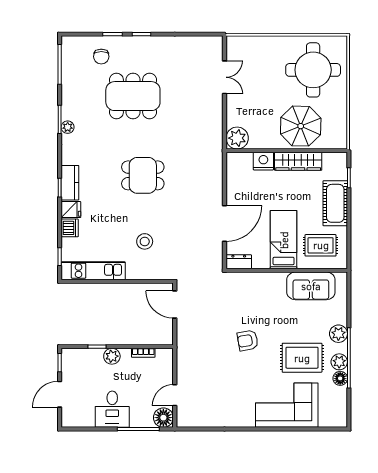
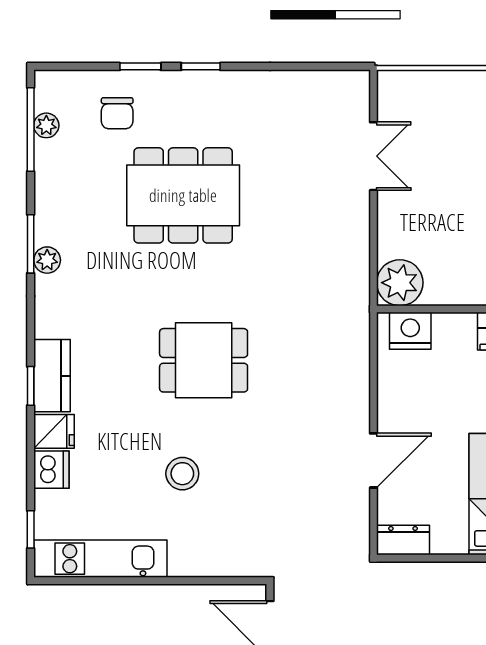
plant: (67, 62) -> (46, 125), added
nightstand: (263, 161) -> (410, 331), moved
door: (225, 223) -> (373, 460), width x0.73
stool: (145, 241) -> (182, 474), moved

